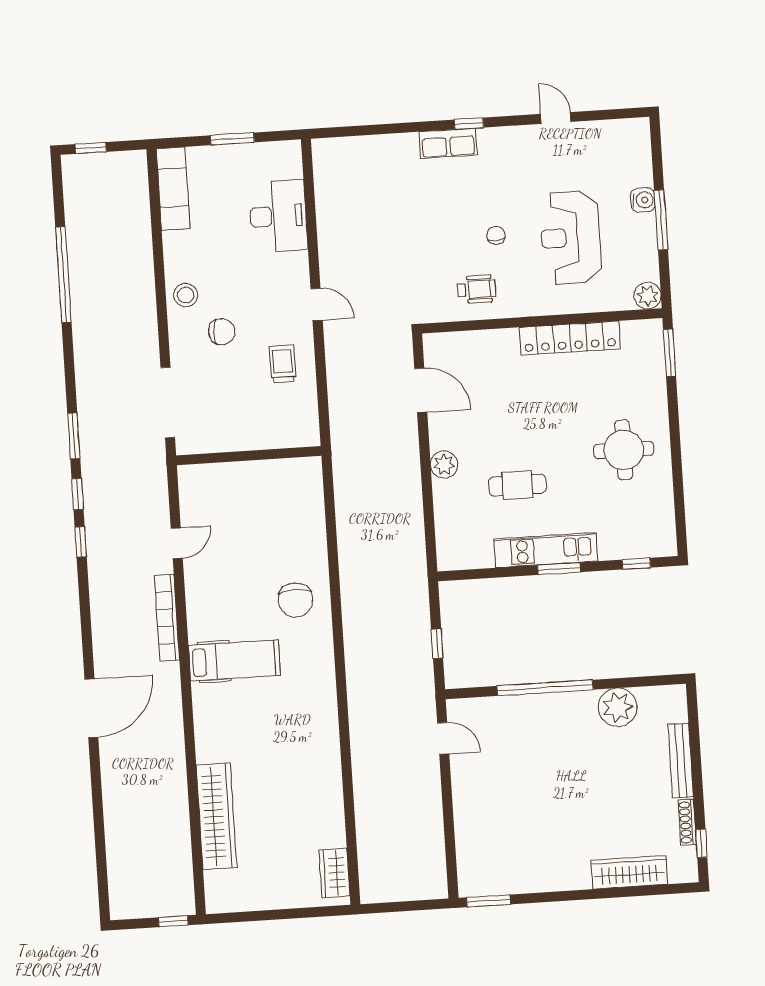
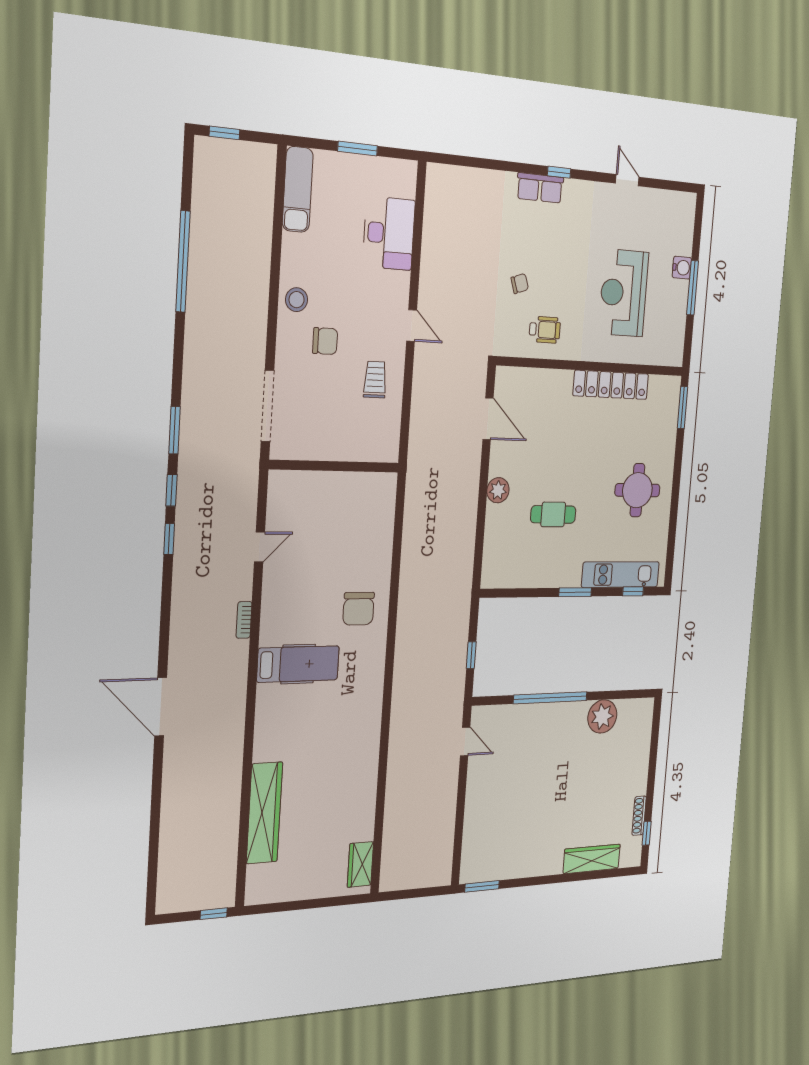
chair: (496, 235) -> (520, 283), moved, turned 71
plant: (648, 296) -> (674, 354), removed
kitchen unit: (546, 550) -> (621, 575), moved
bookcase: (167, 618) -> (244, 620), width x0.43, depth x0.76
door: (91, 708) -> (161, 707), swing flipped
bench: (681, 761) -> (642, 763), removed

